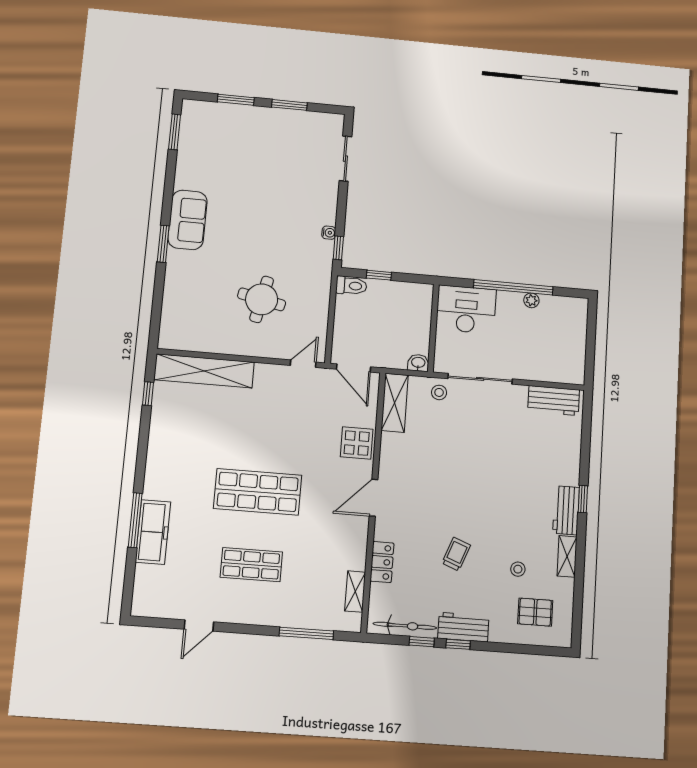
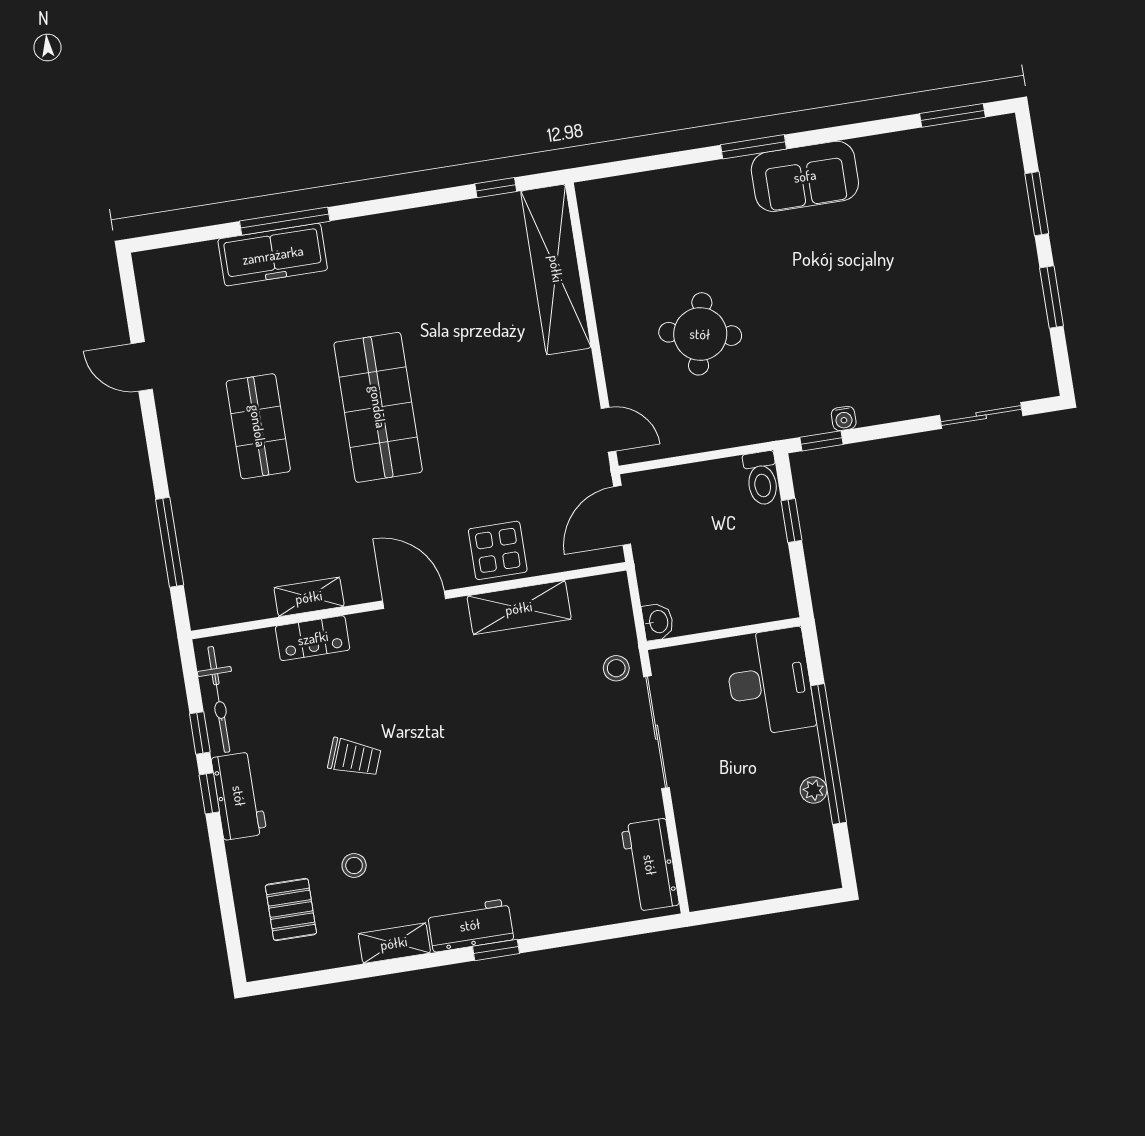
shelving: (395, 403) -> (519, 608), moved
shelving: (355, 591) -> (309, 597), moved

